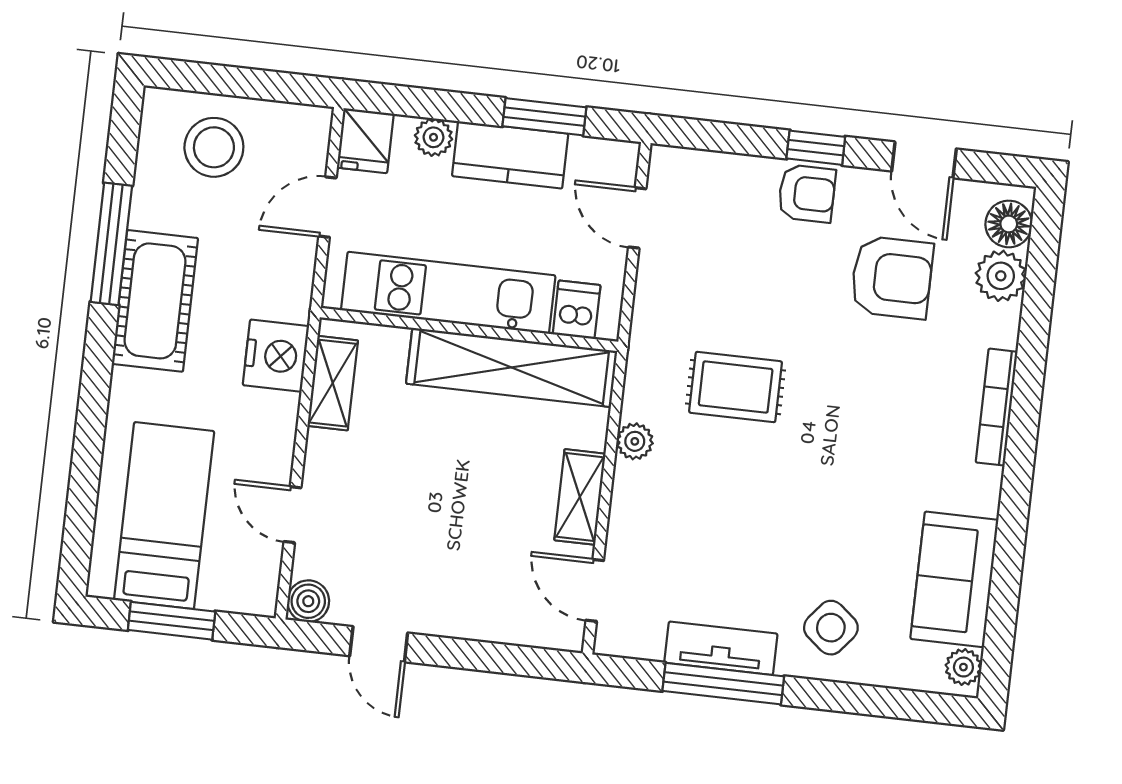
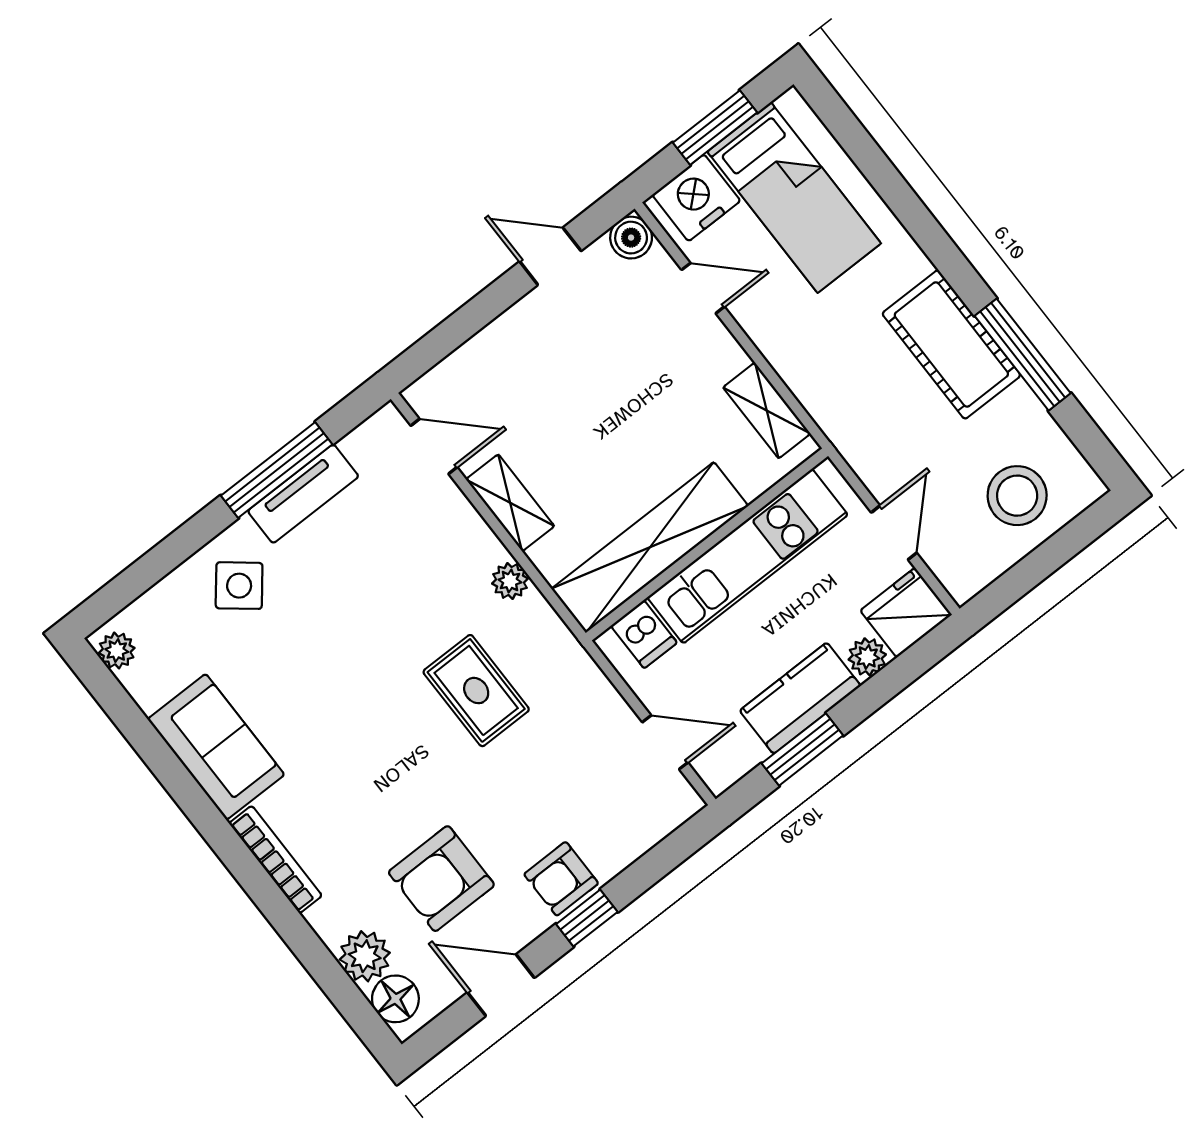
fridge: (365, 141) -> (906, 613), width x1.38
nightstand: (276, 356) -> (696, 198), moved, turned 90
rug: (736, 387) -> (476, 691), turned 90
sofa: (954, 579) -> (216, 747), moved

